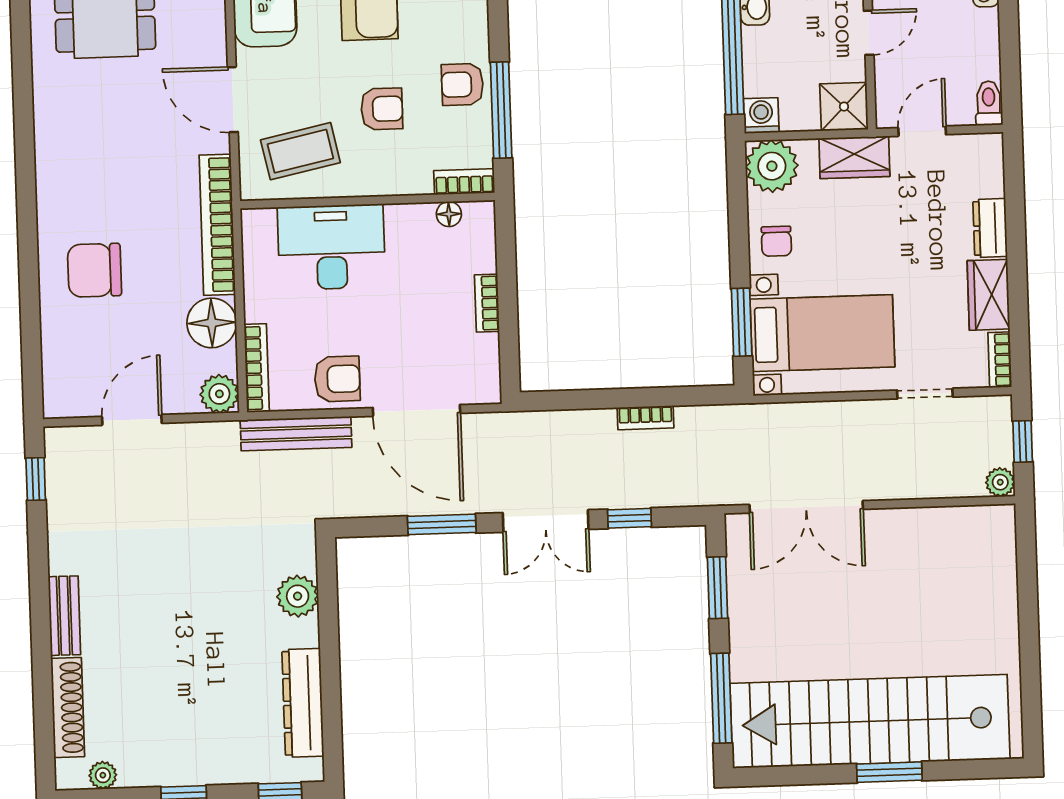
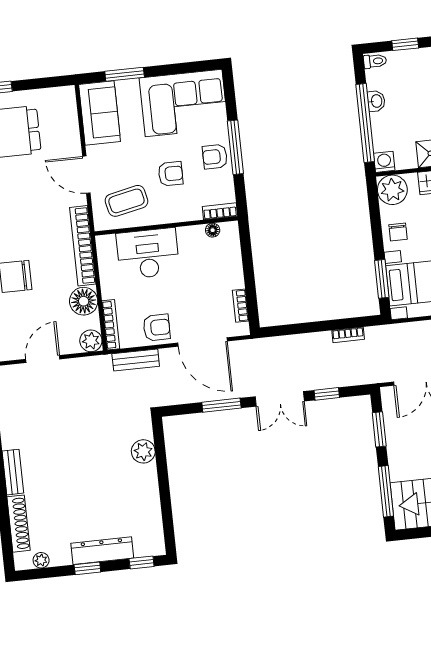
window: (501, 110) -> (235, 147), moved
bookcase: (487, 303) -> (241, 306), moved
bookcase: (645, 418) -> (348, 335), moved
bench: (296, 434) -> (136, 360), width x0.73
dresser: (303, 703) -> (102, 551), moved, turned 90

